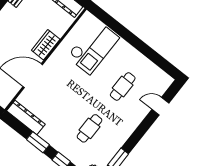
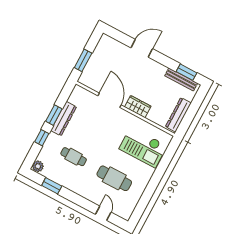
cafe table: (123, 87) -> (114, 178), width x1.37, depth x1.35
dresser: (26, 117) -> (64, 119), moved

